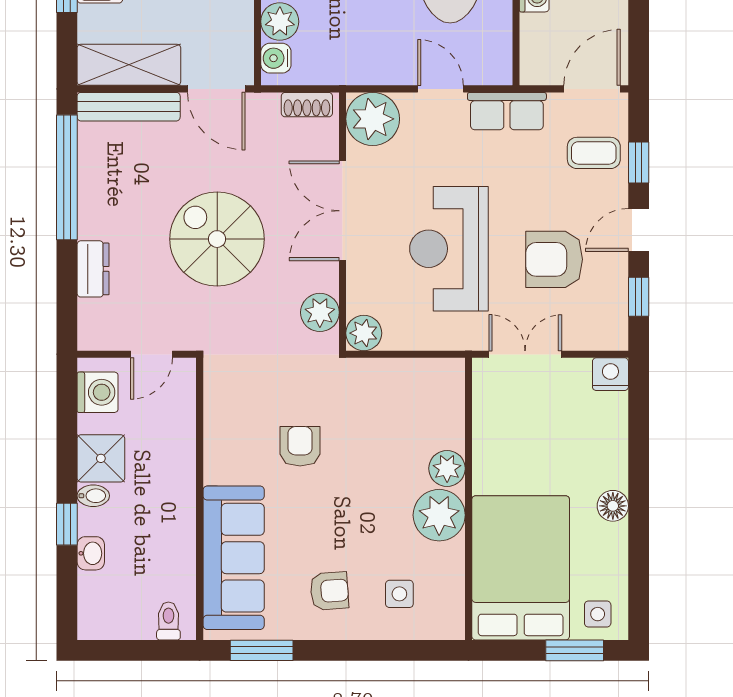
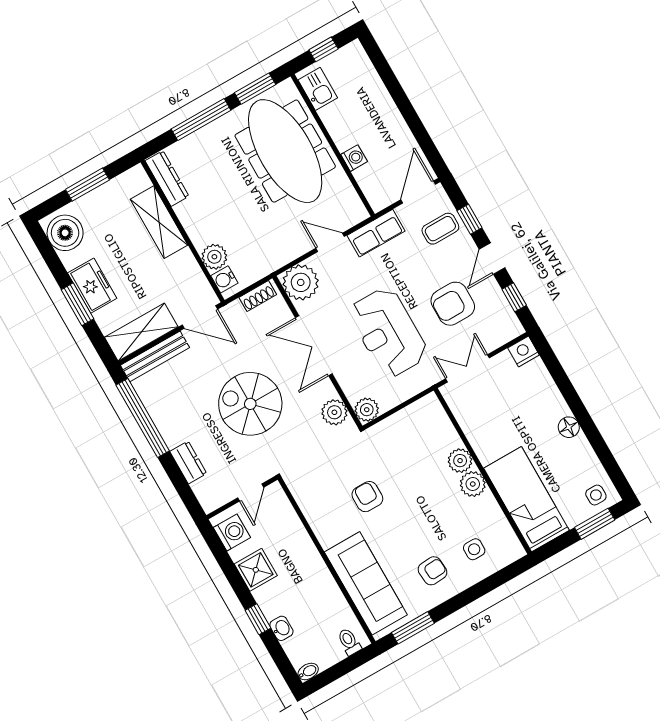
bidet: (93, 496) -> (308, 672), moved
plant: (439, 515) -> (473, 484), width x0.73, depth x0.73
bed: (521, 568) -> (526, 499), width x0.67

